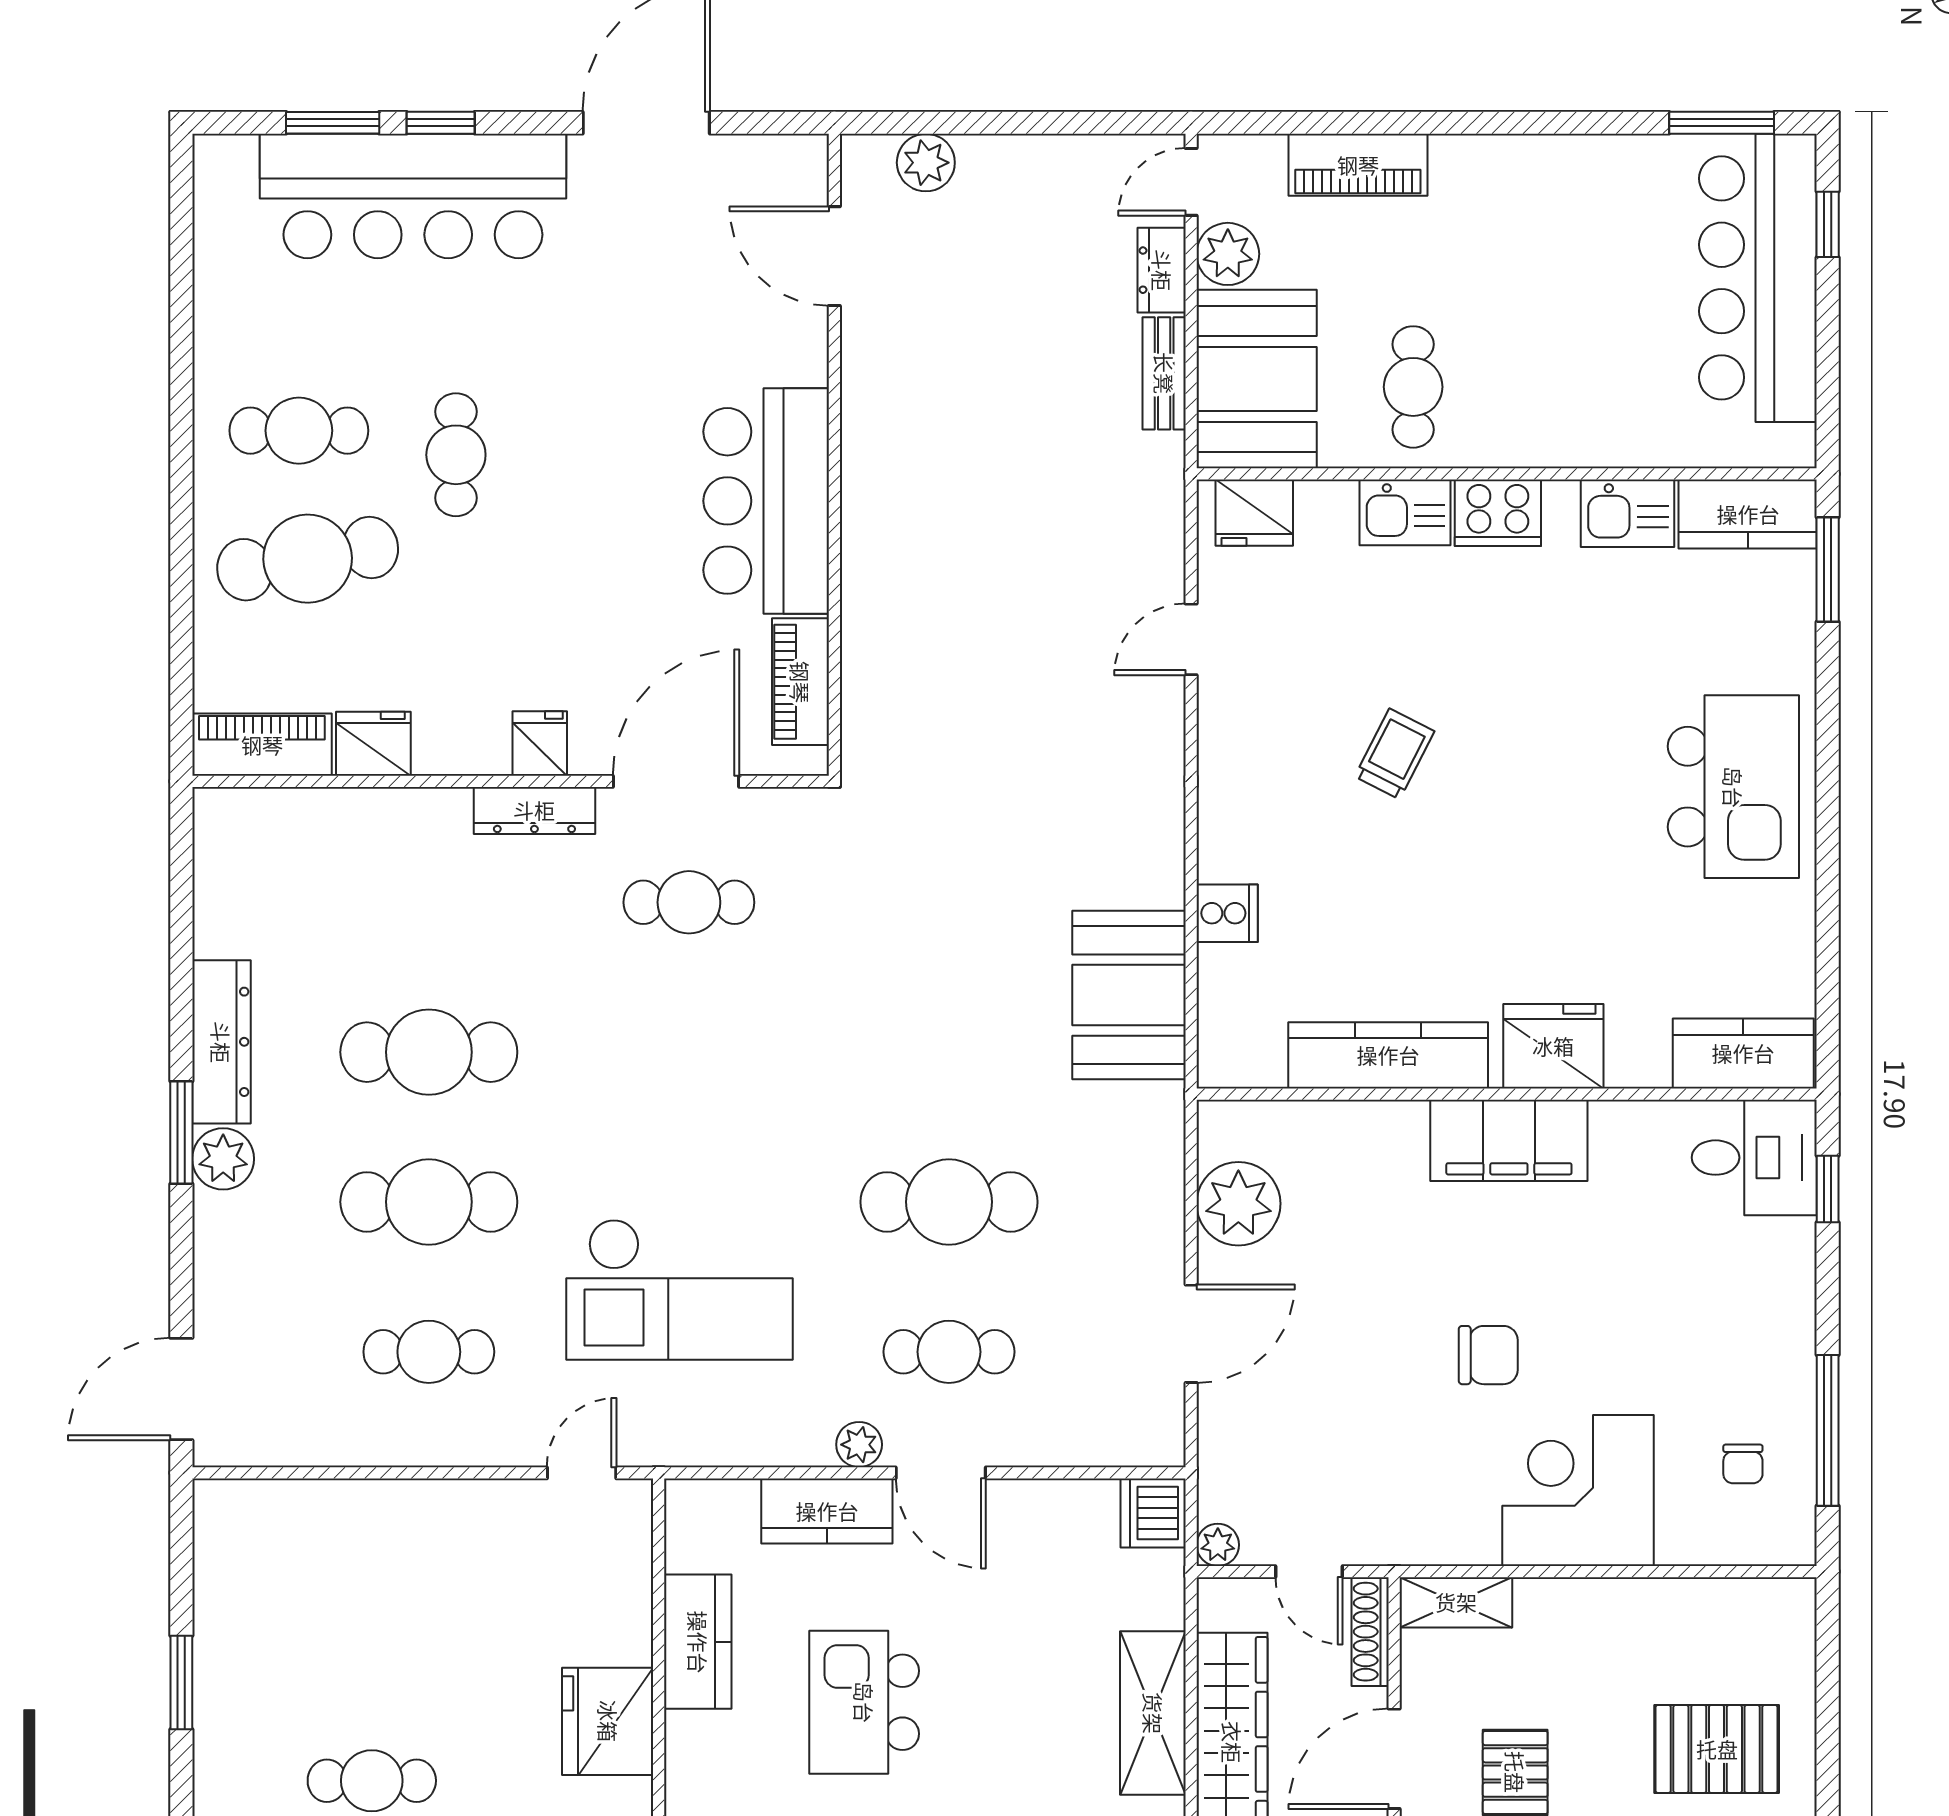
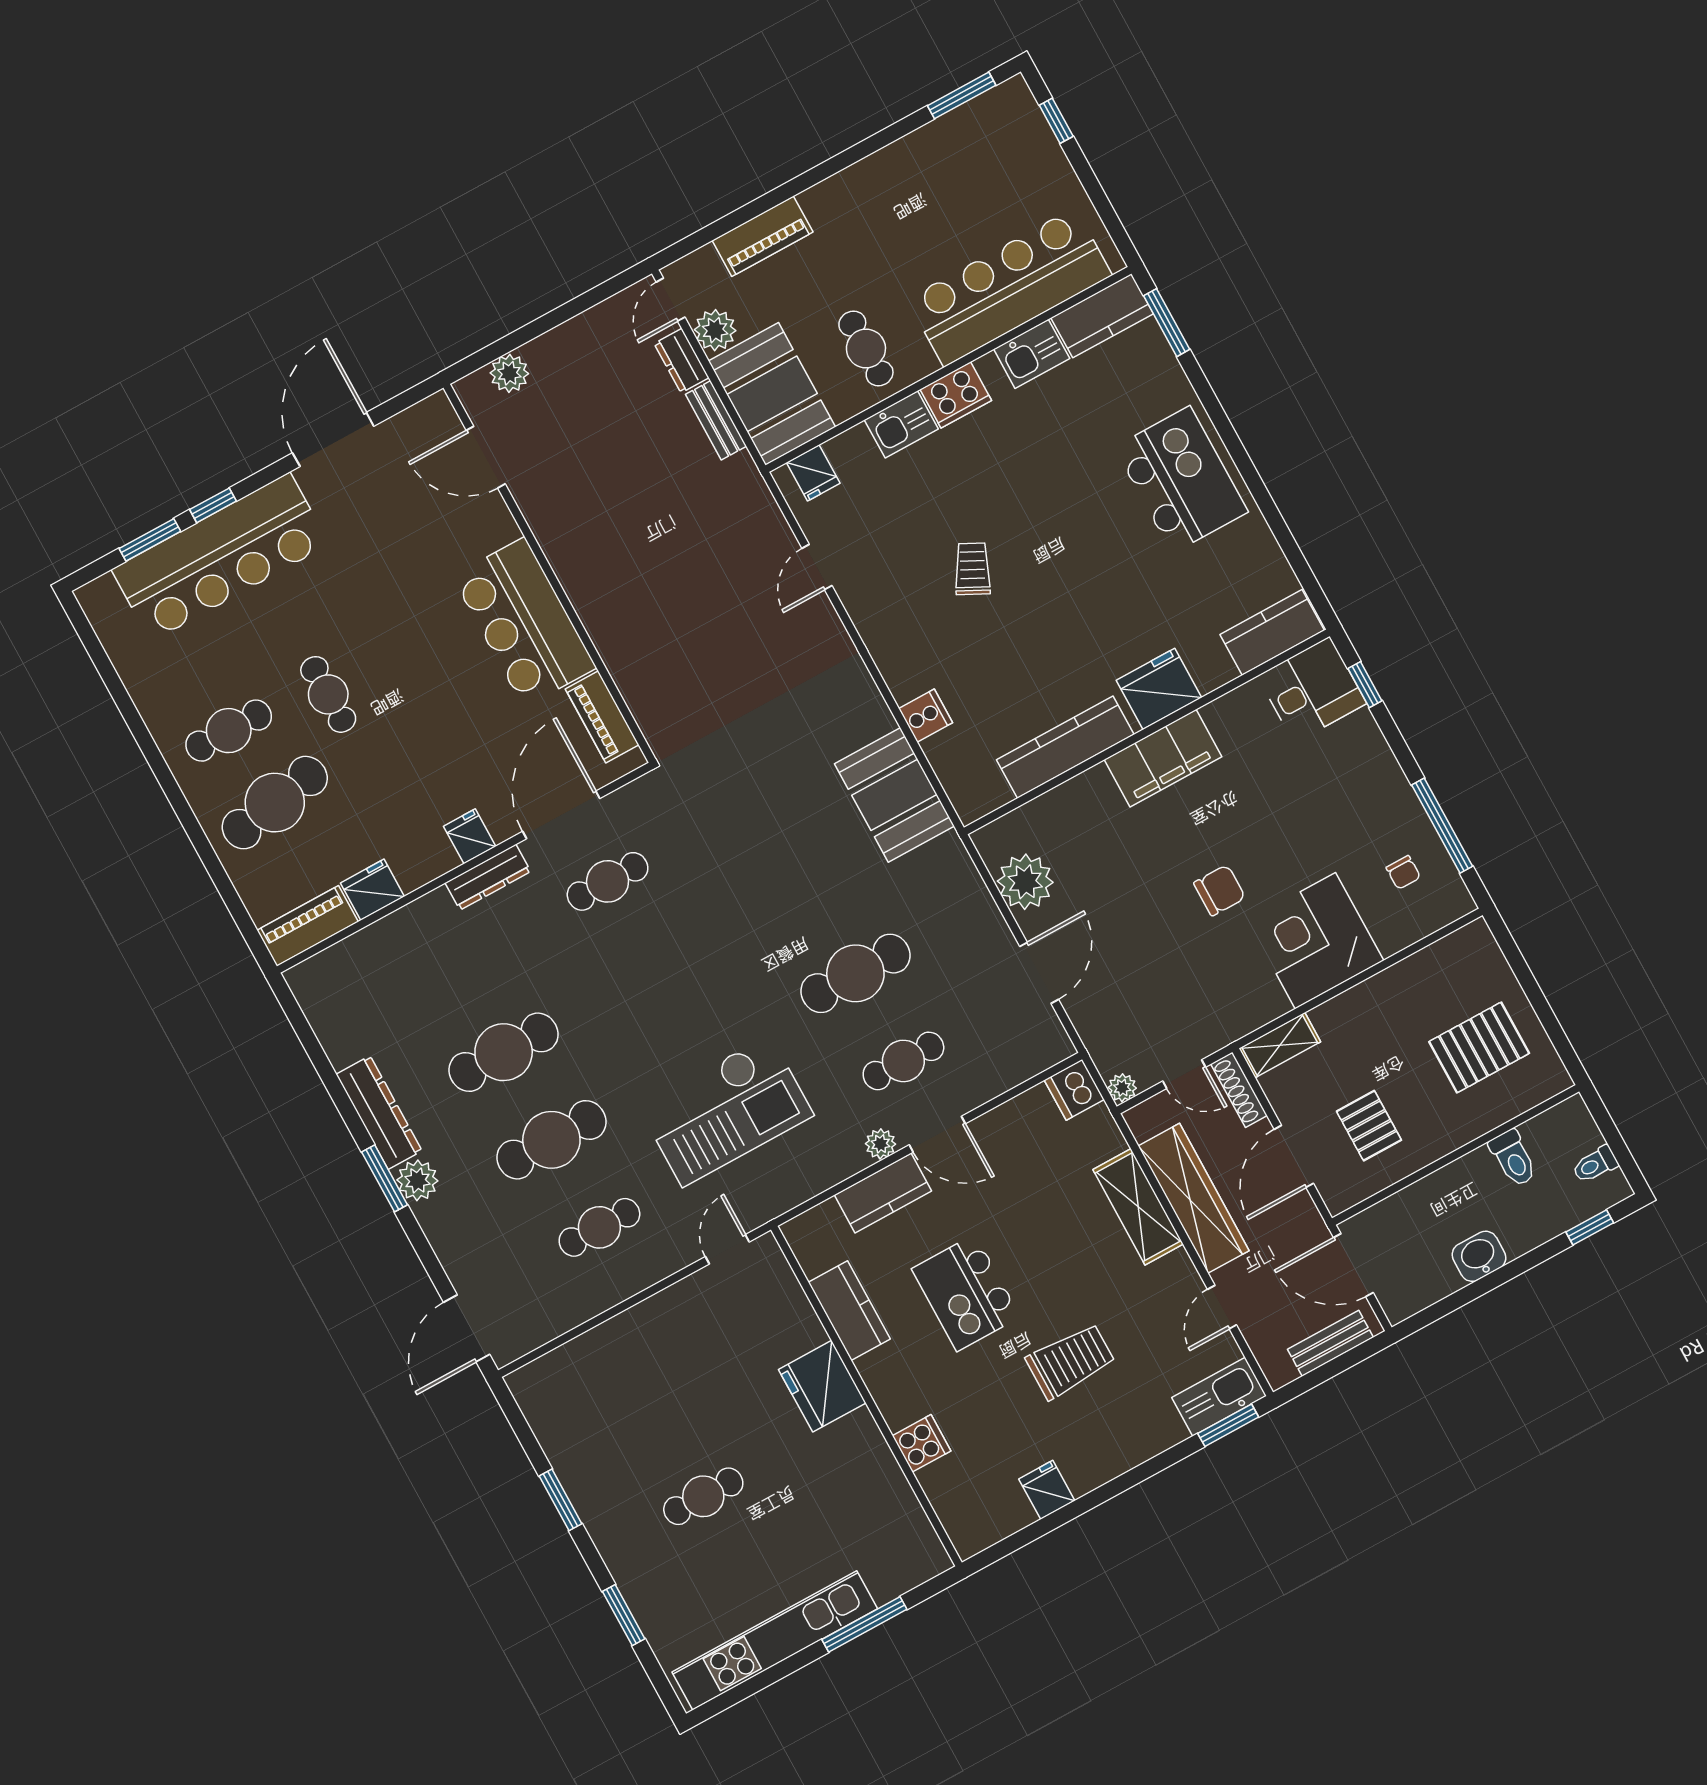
bar counter: (1758, 278) -> (1009, 287), moved, turned 90
fridge: (1254, 513) -> (813, 473), width x0.72

